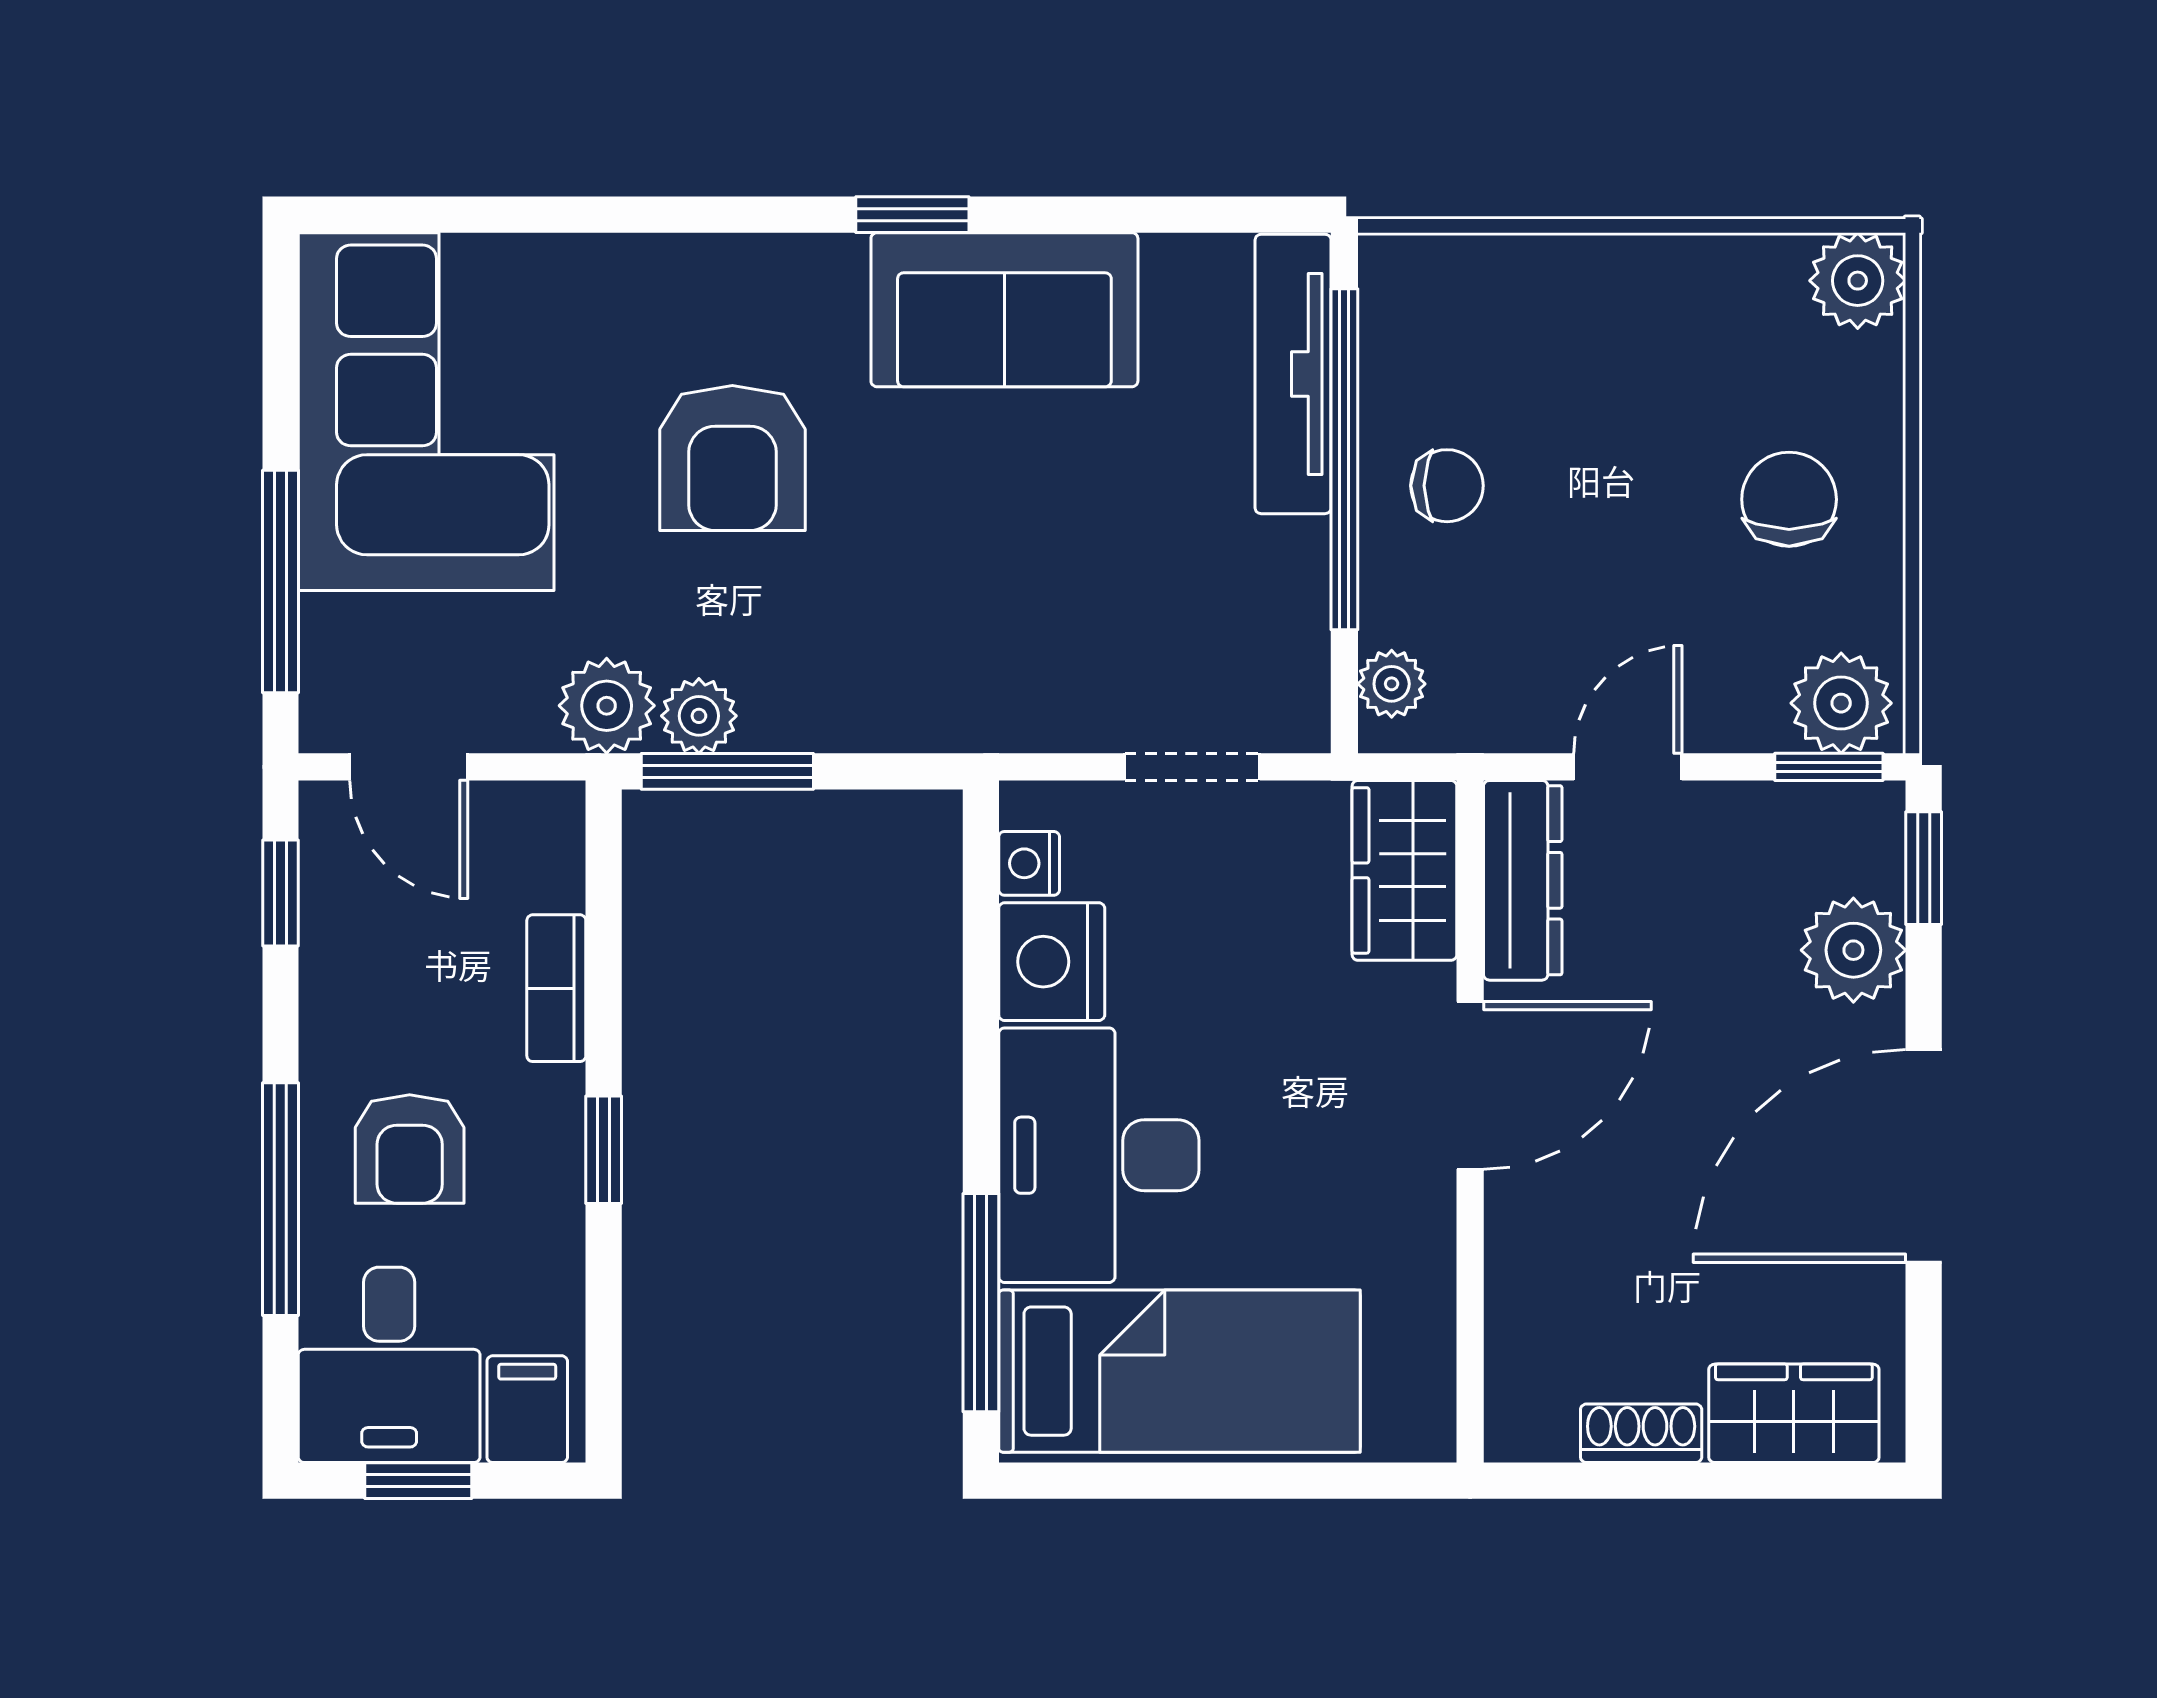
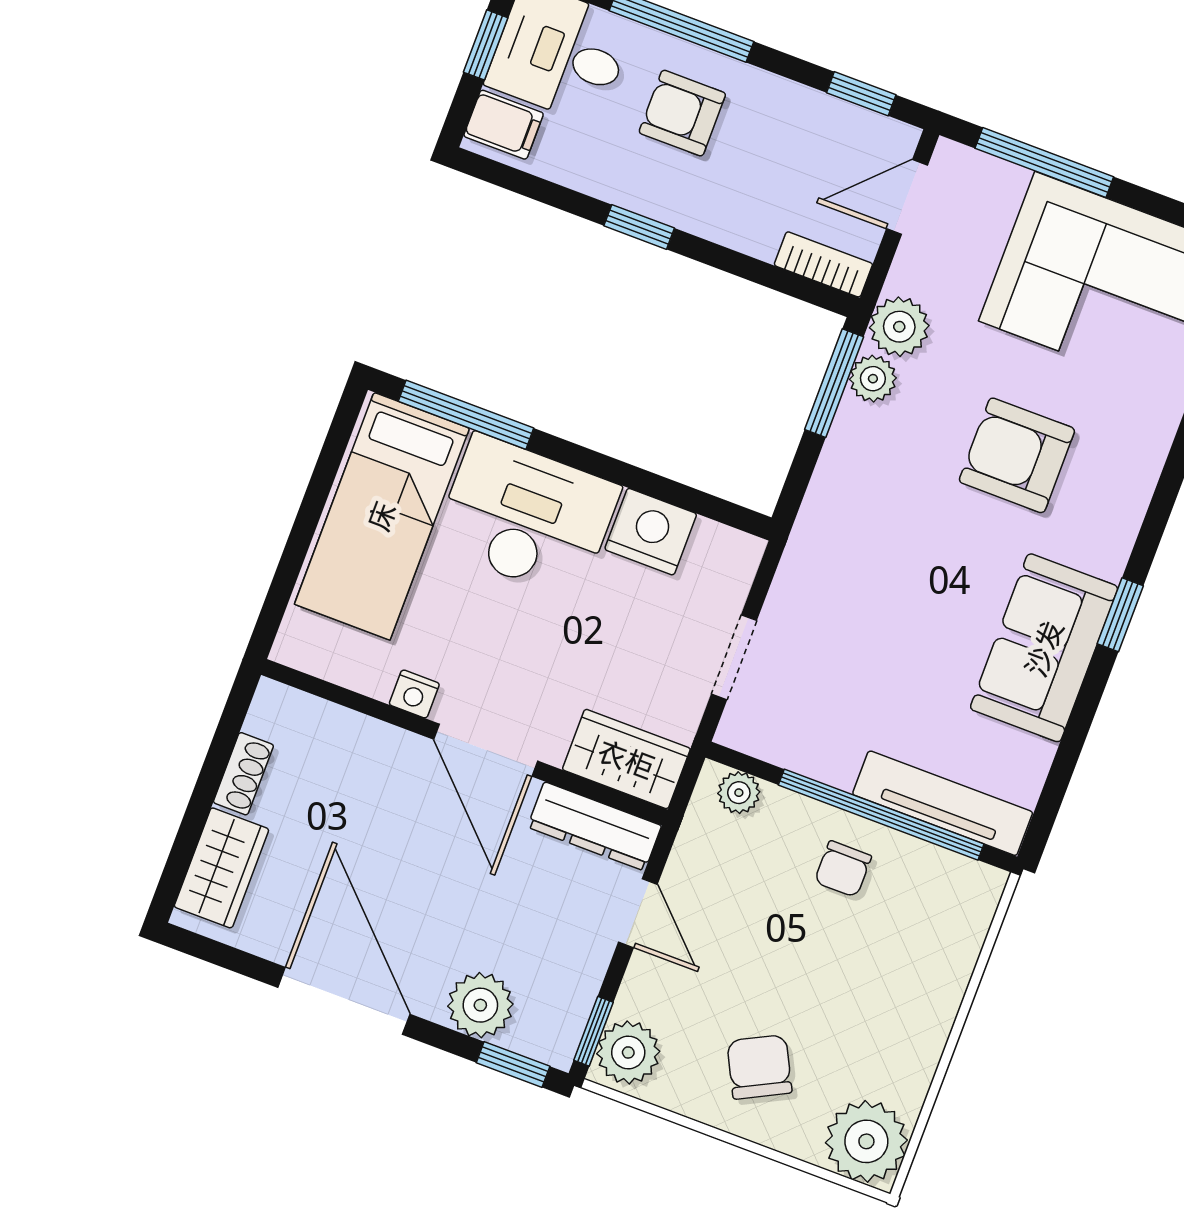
plant: (1858, 281) -> (866, 1141), width x1.36, depth x1.36
chair: (1789, 499) -> (759, 1067), turned -117
nightstand: (1029, 863) -> (414, 694), moved, turned 180
bookcase: (556, 988) -> (823, 264), moved

